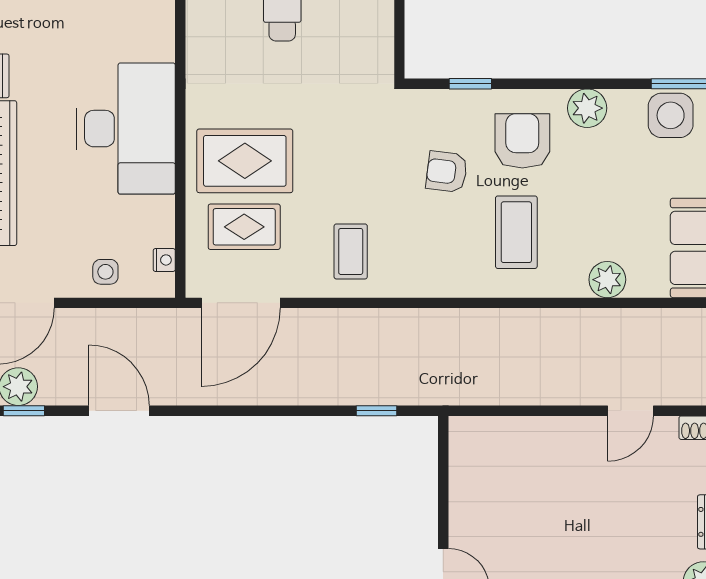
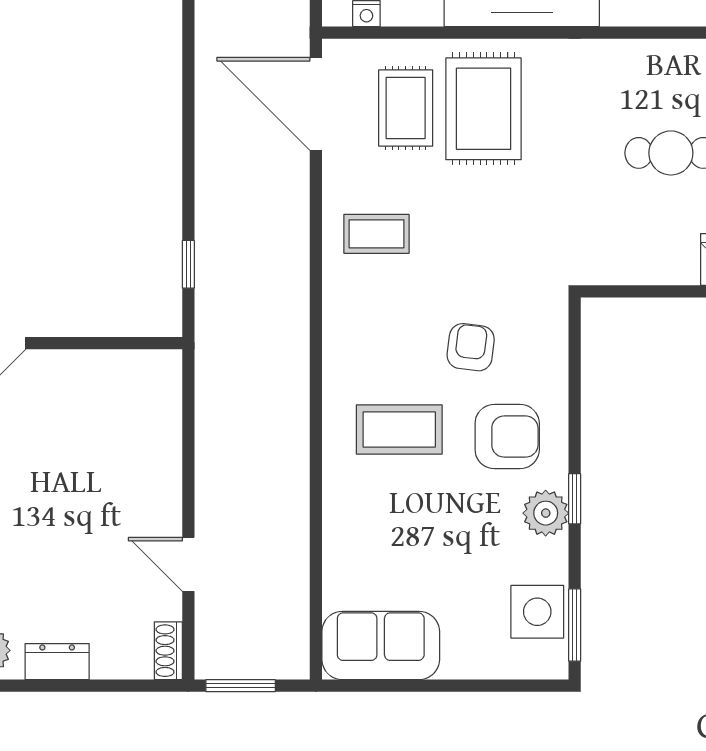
window: (470, 84) -> (575, 499), moved
plant: (607, 280) -> (343, 537), removed

